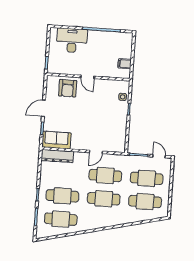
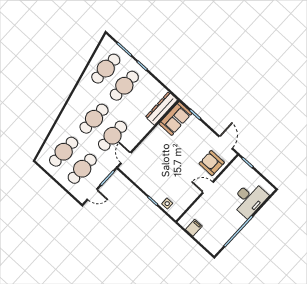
door: (43, 108) -> (226, 142), moved
door: (96, 152) -> (126, 158), moved

